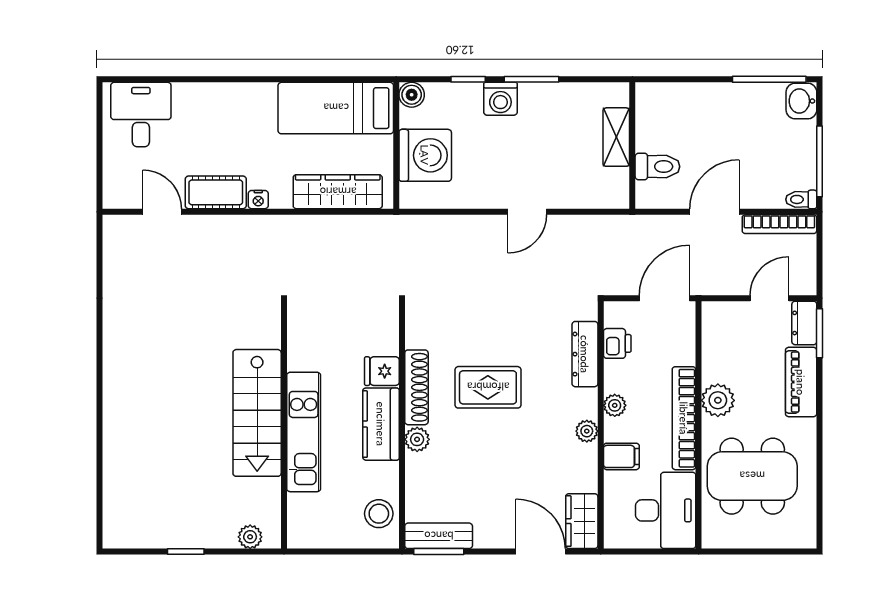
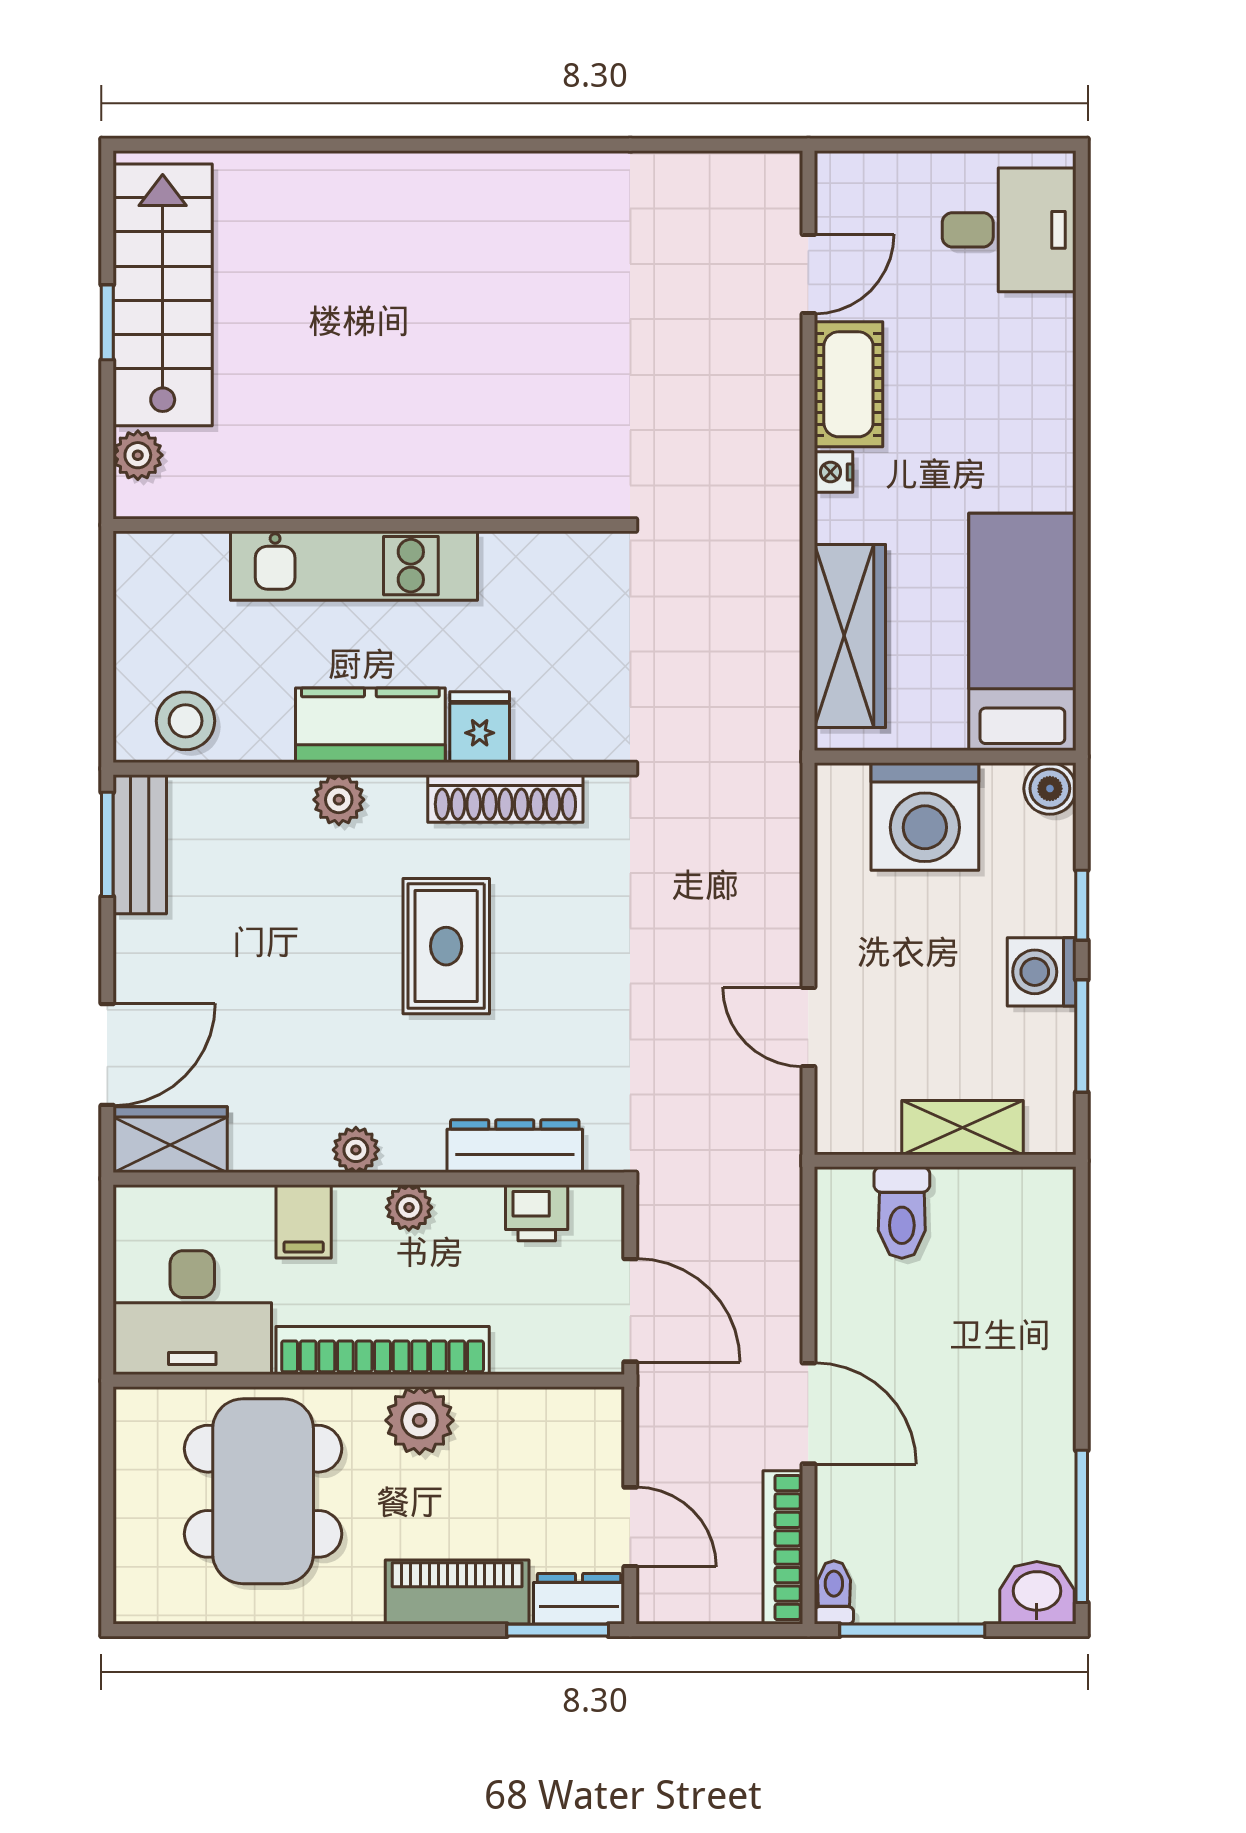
shelving: (616, 137) -> (963, 1128), moved
wall: (632, 146) -> (945, 1161), moved
toilet: (657, 167) -> (902, 1212), moved
shoe rack: (416, 387) -> (505, 798), moved
stairs: (257, 413) -> (163, 295), moved, turned 90

